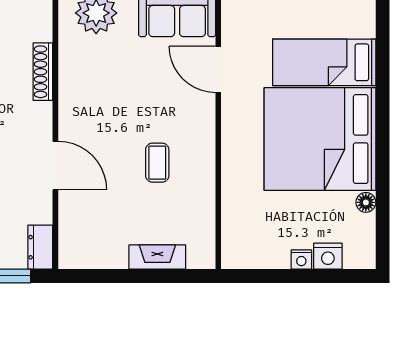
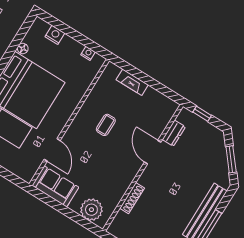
dresser: (40, 247) -> (174, 133), moved
nightstand: (301, 260) -> (88, 53), moved

